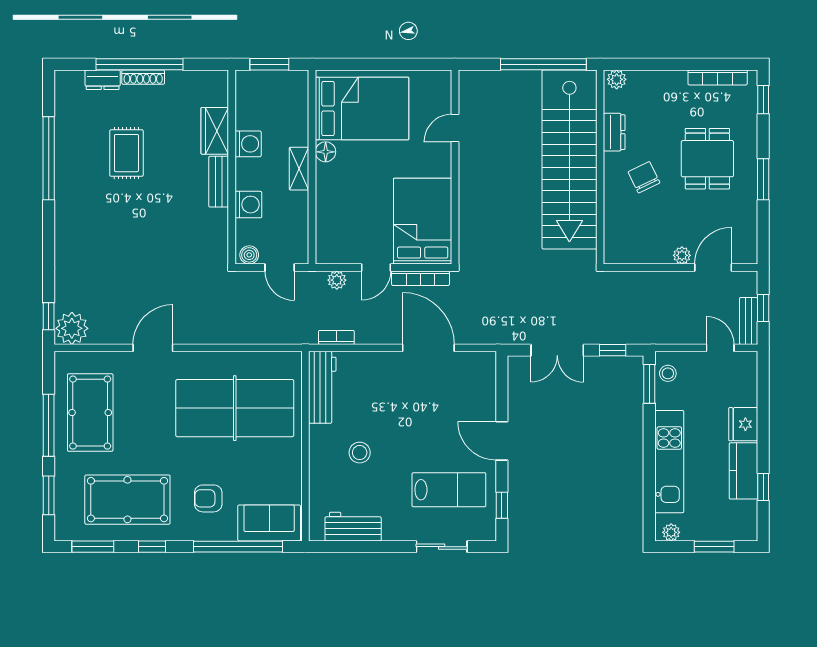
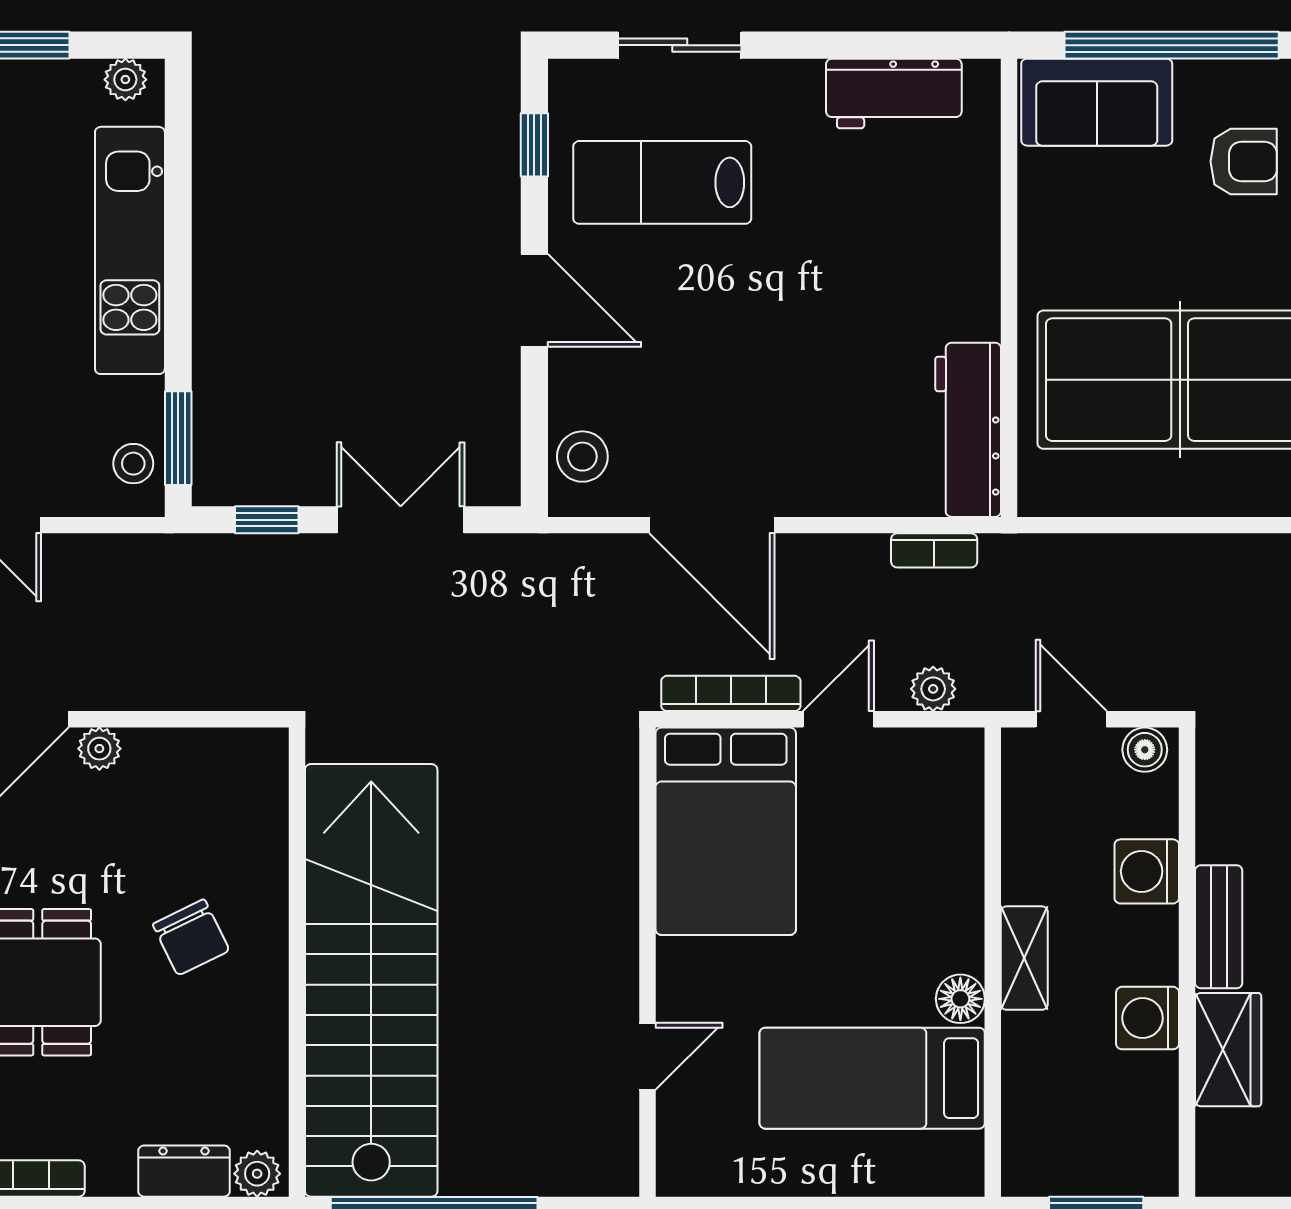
bed: (362, 109) -> (872, 1078), width x0.67
dresser: (614, 132) -> (184, 1171), moved, turned 90
stool: (360, 453) -> (582, 457), moved

